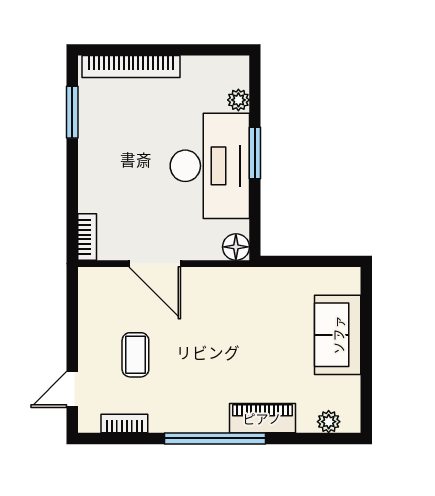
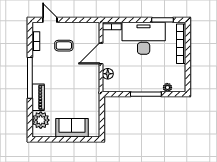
window: (255, 153) -> (146, 94), width x1.44
desk: (210, 166) -> (144, 38), moved, turned 180
floor lamp: (236, 247) -> (108, 74), moved
plant: (329, 422) -> (41, 120), width x1.88, depth x1.88

